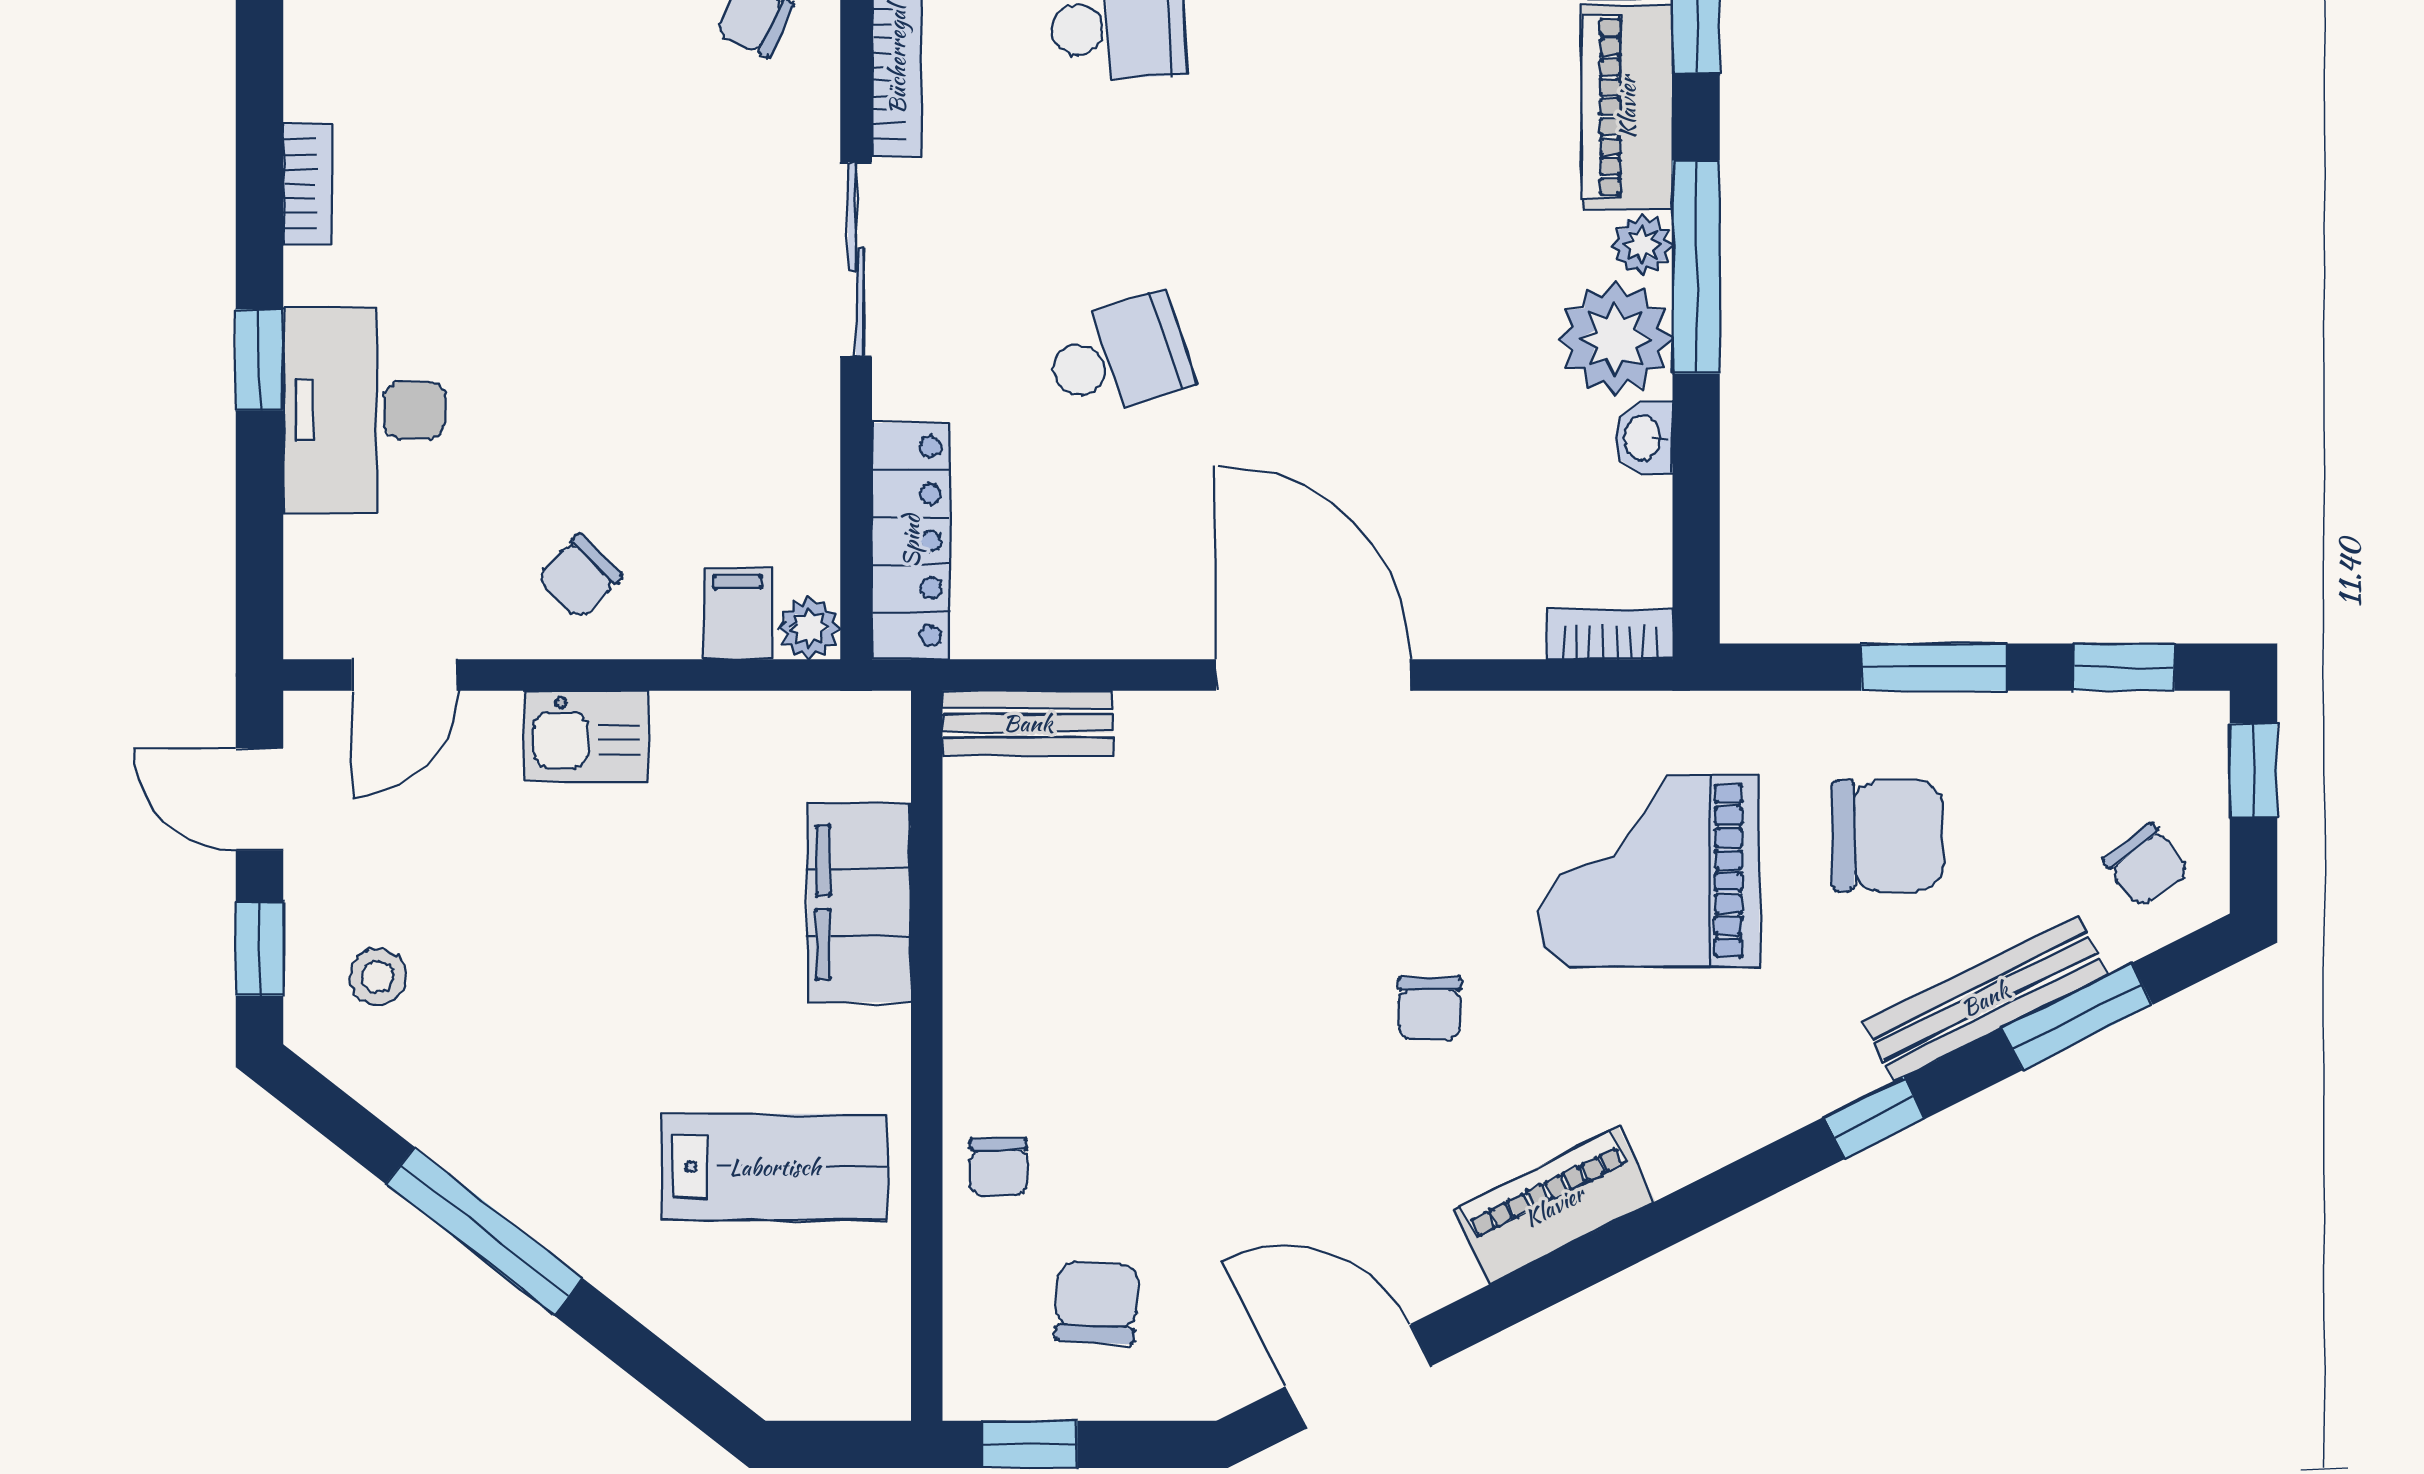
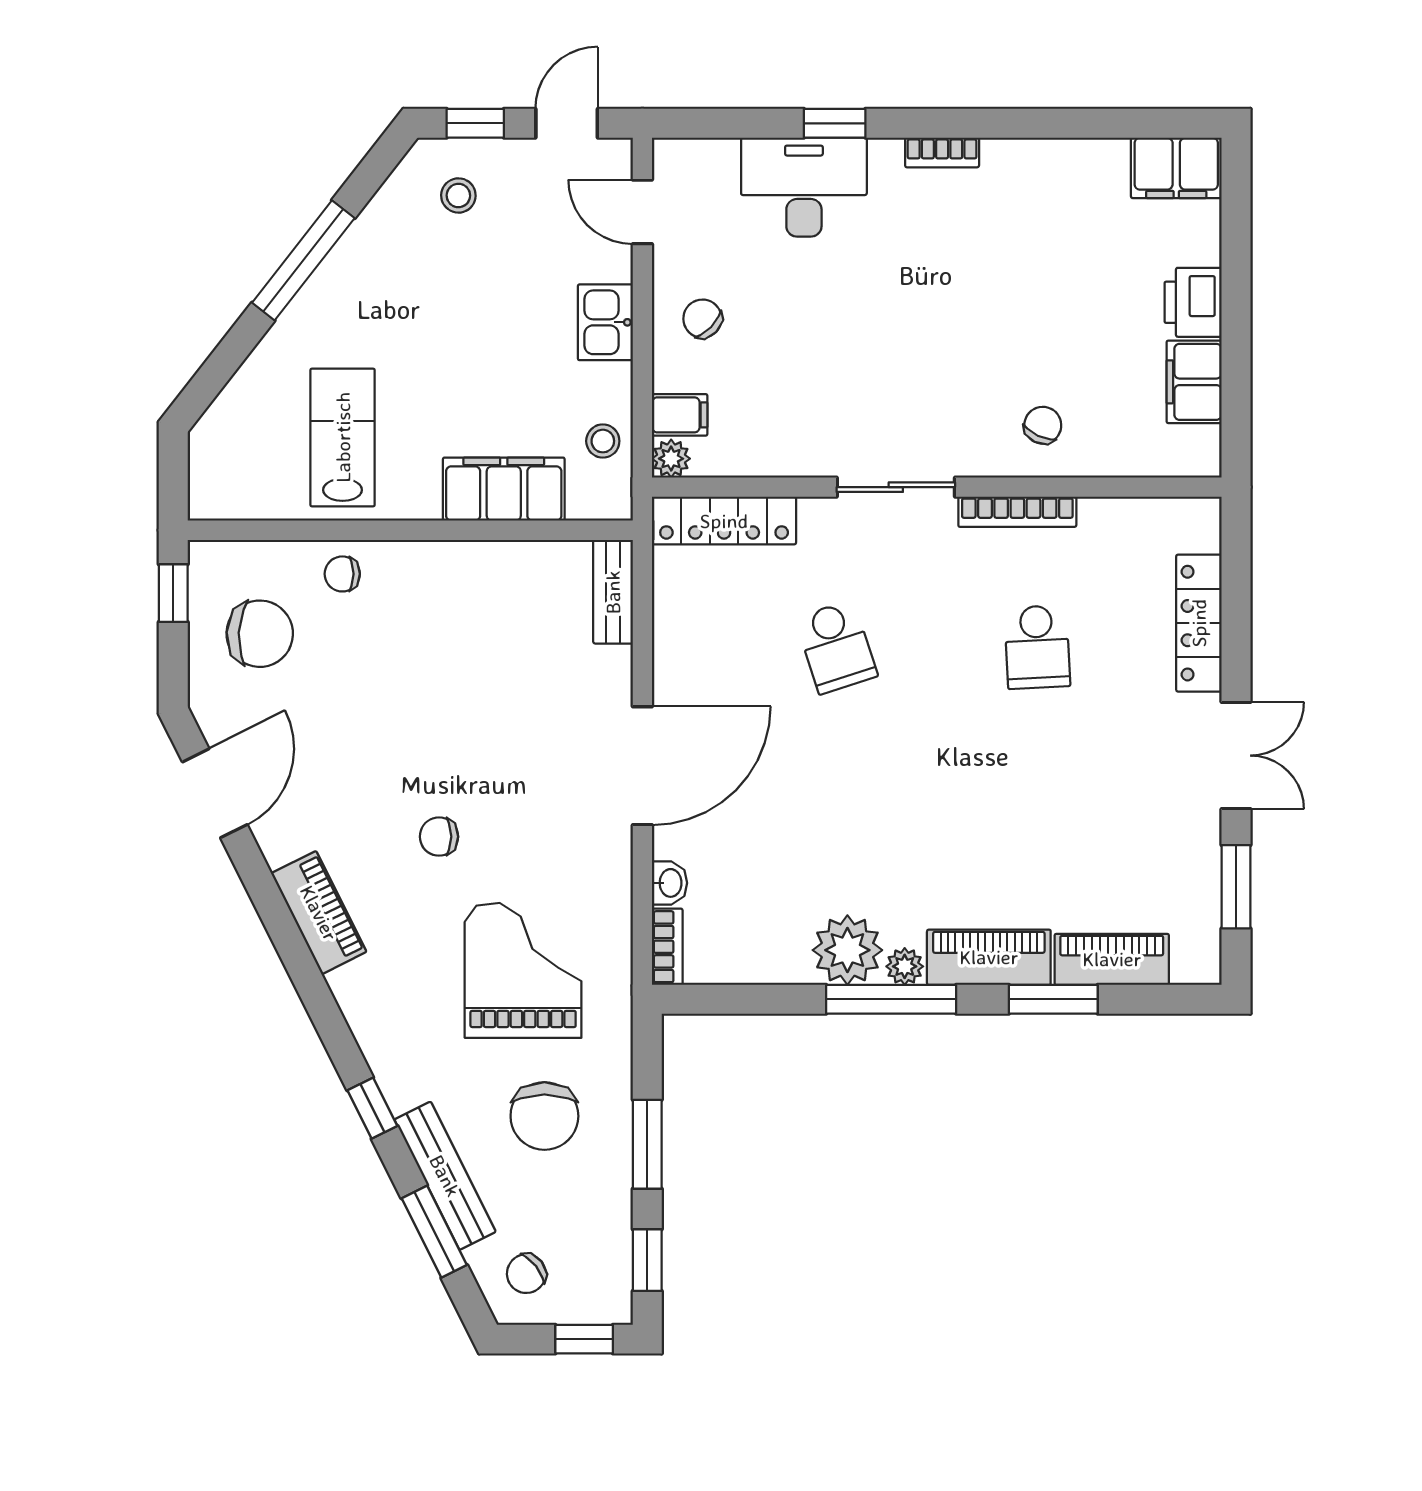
washbasin: (1644, 438) -> (670, 883), moved, turned 90
stool: (781, 740) -> (603, 441), added
lab bench: (775, 1167) -> (343, 437), turned 180
chair: (1097, 1303) -> (260, 634), width x1.37, depth x1.37

